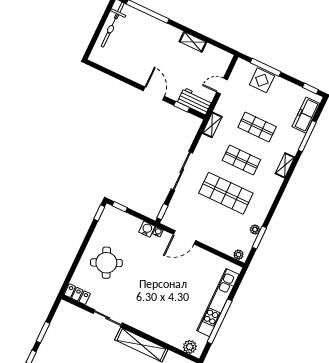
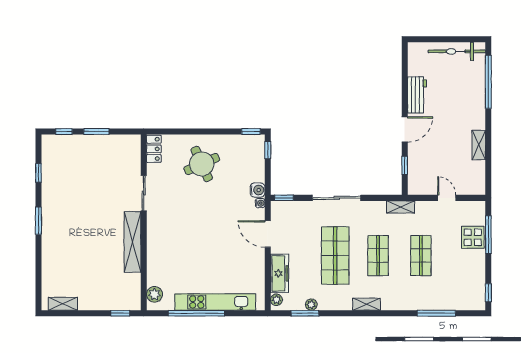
workbench: (195, 101) -> (417, 95), moved
freezer: (306, 115) -> (280, 273), moved, turned 90
shelving: (285, 165) -> (367, 304), moved

